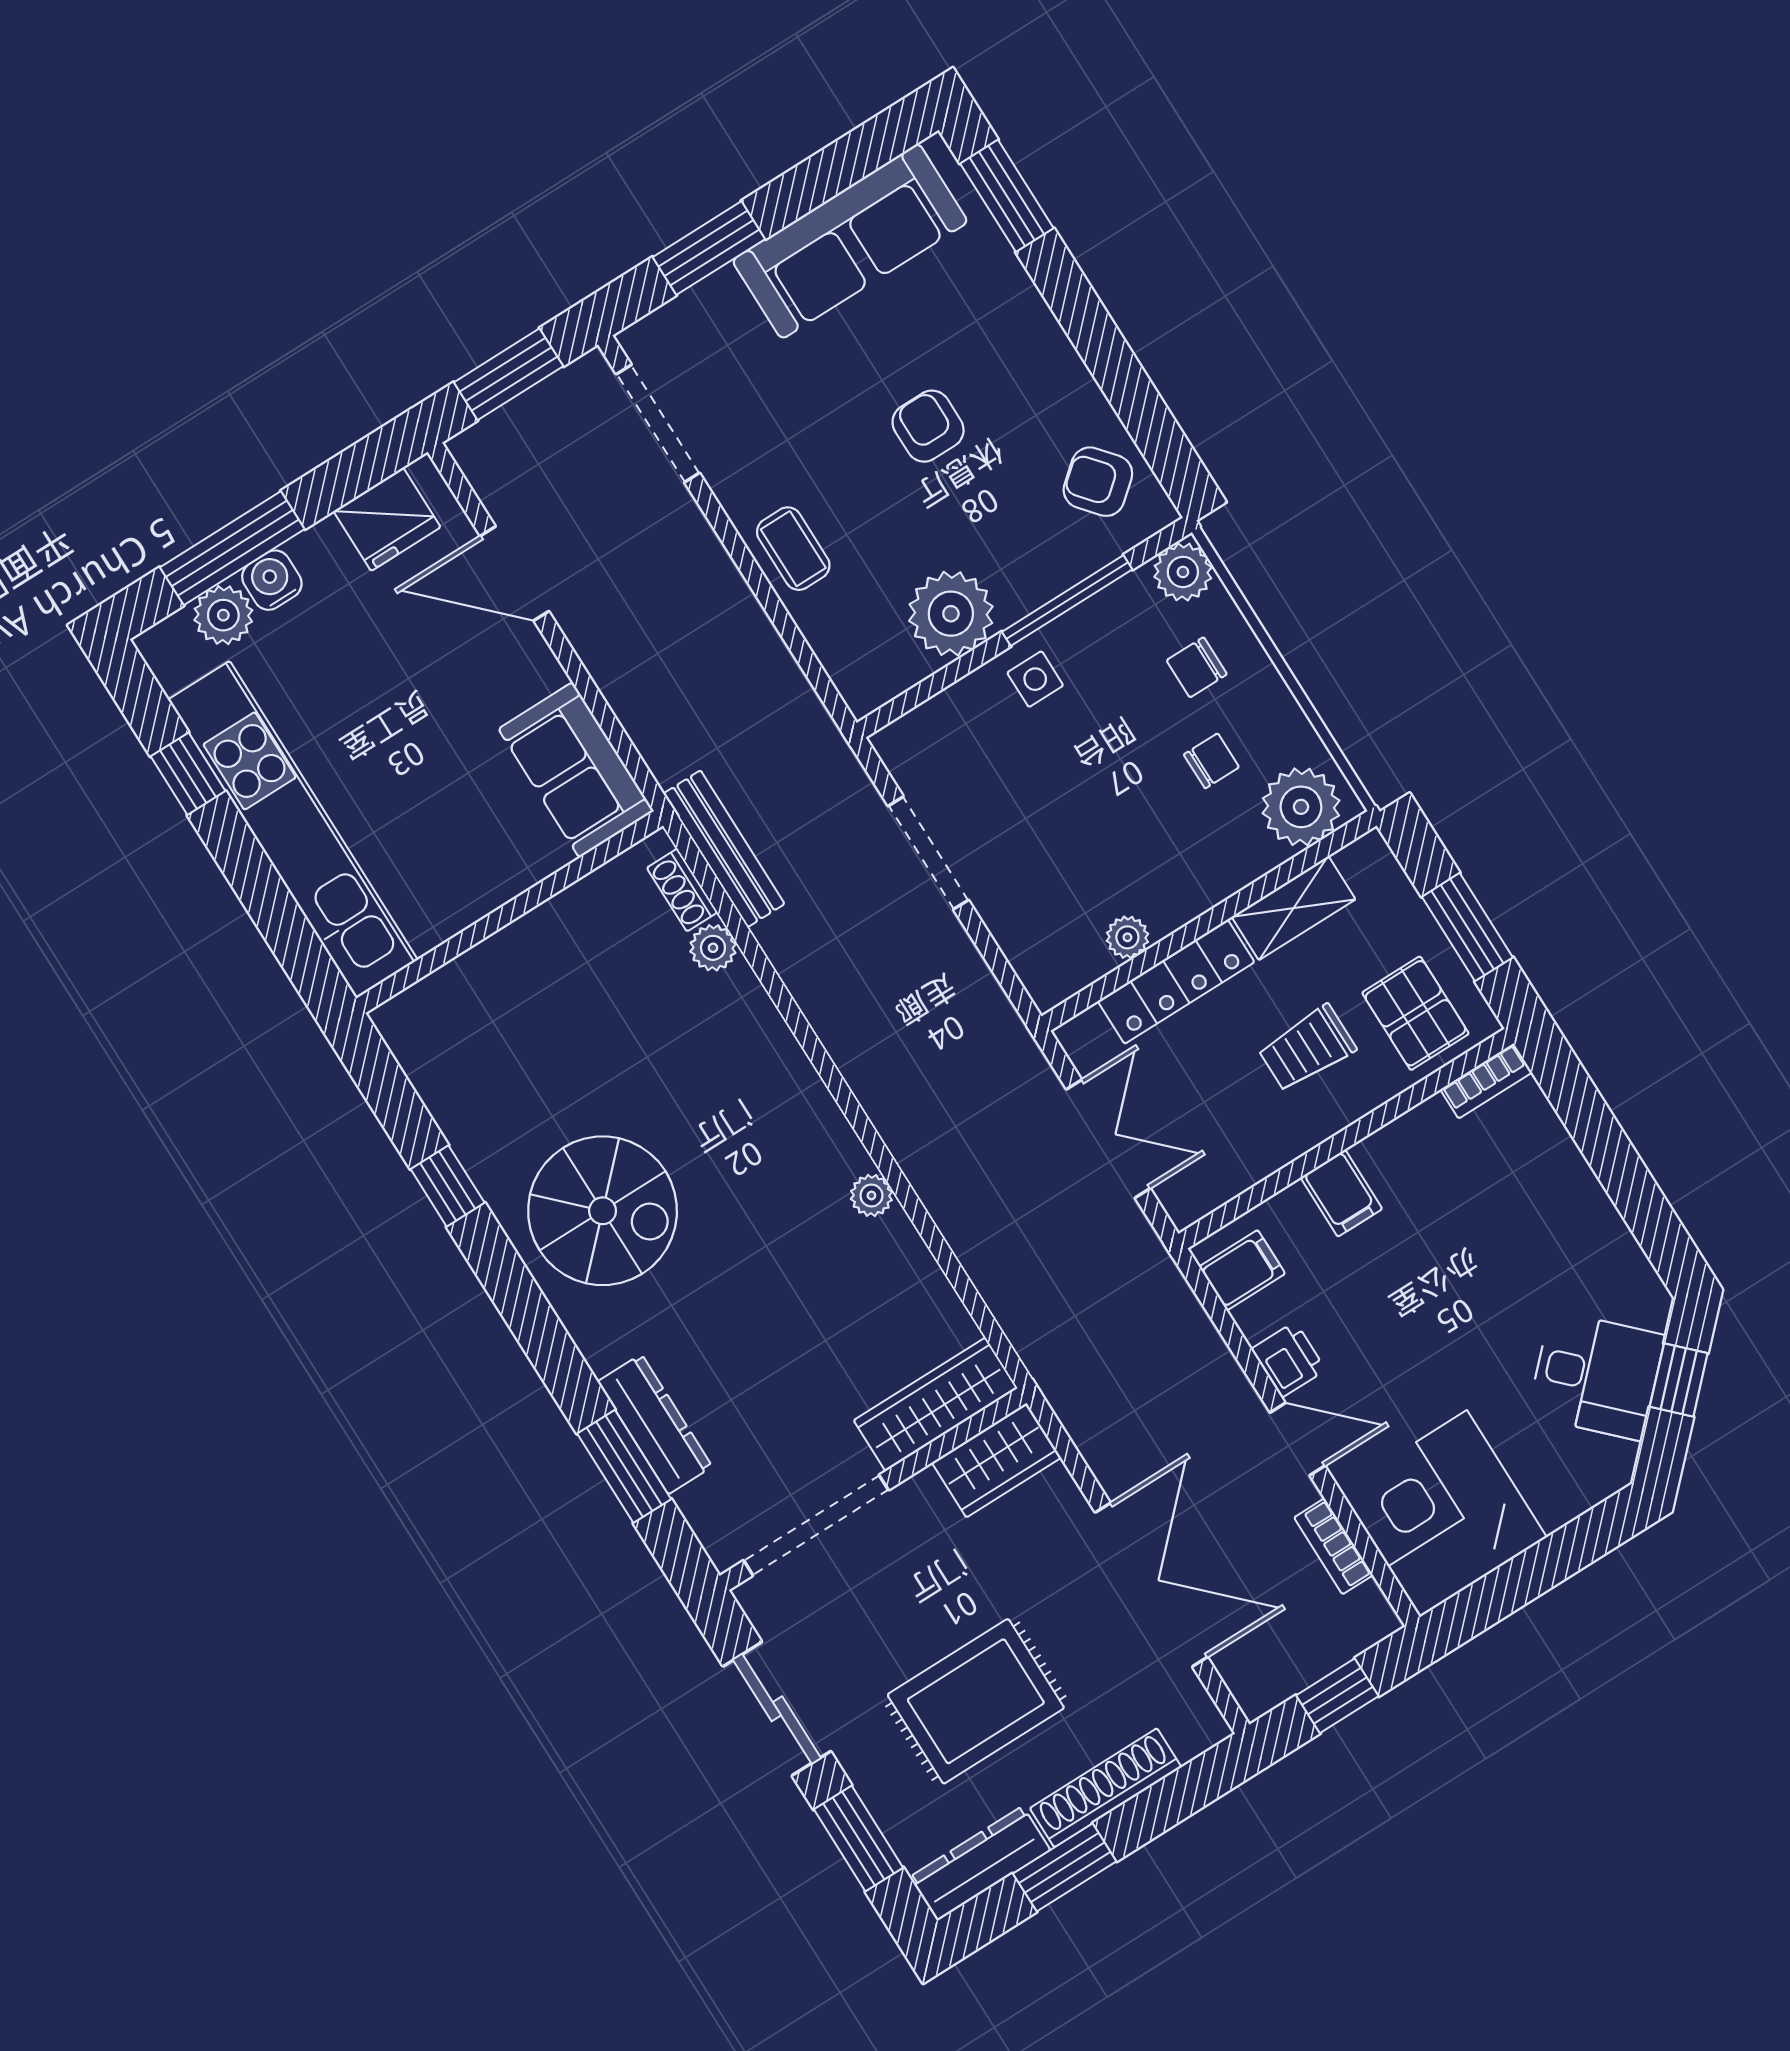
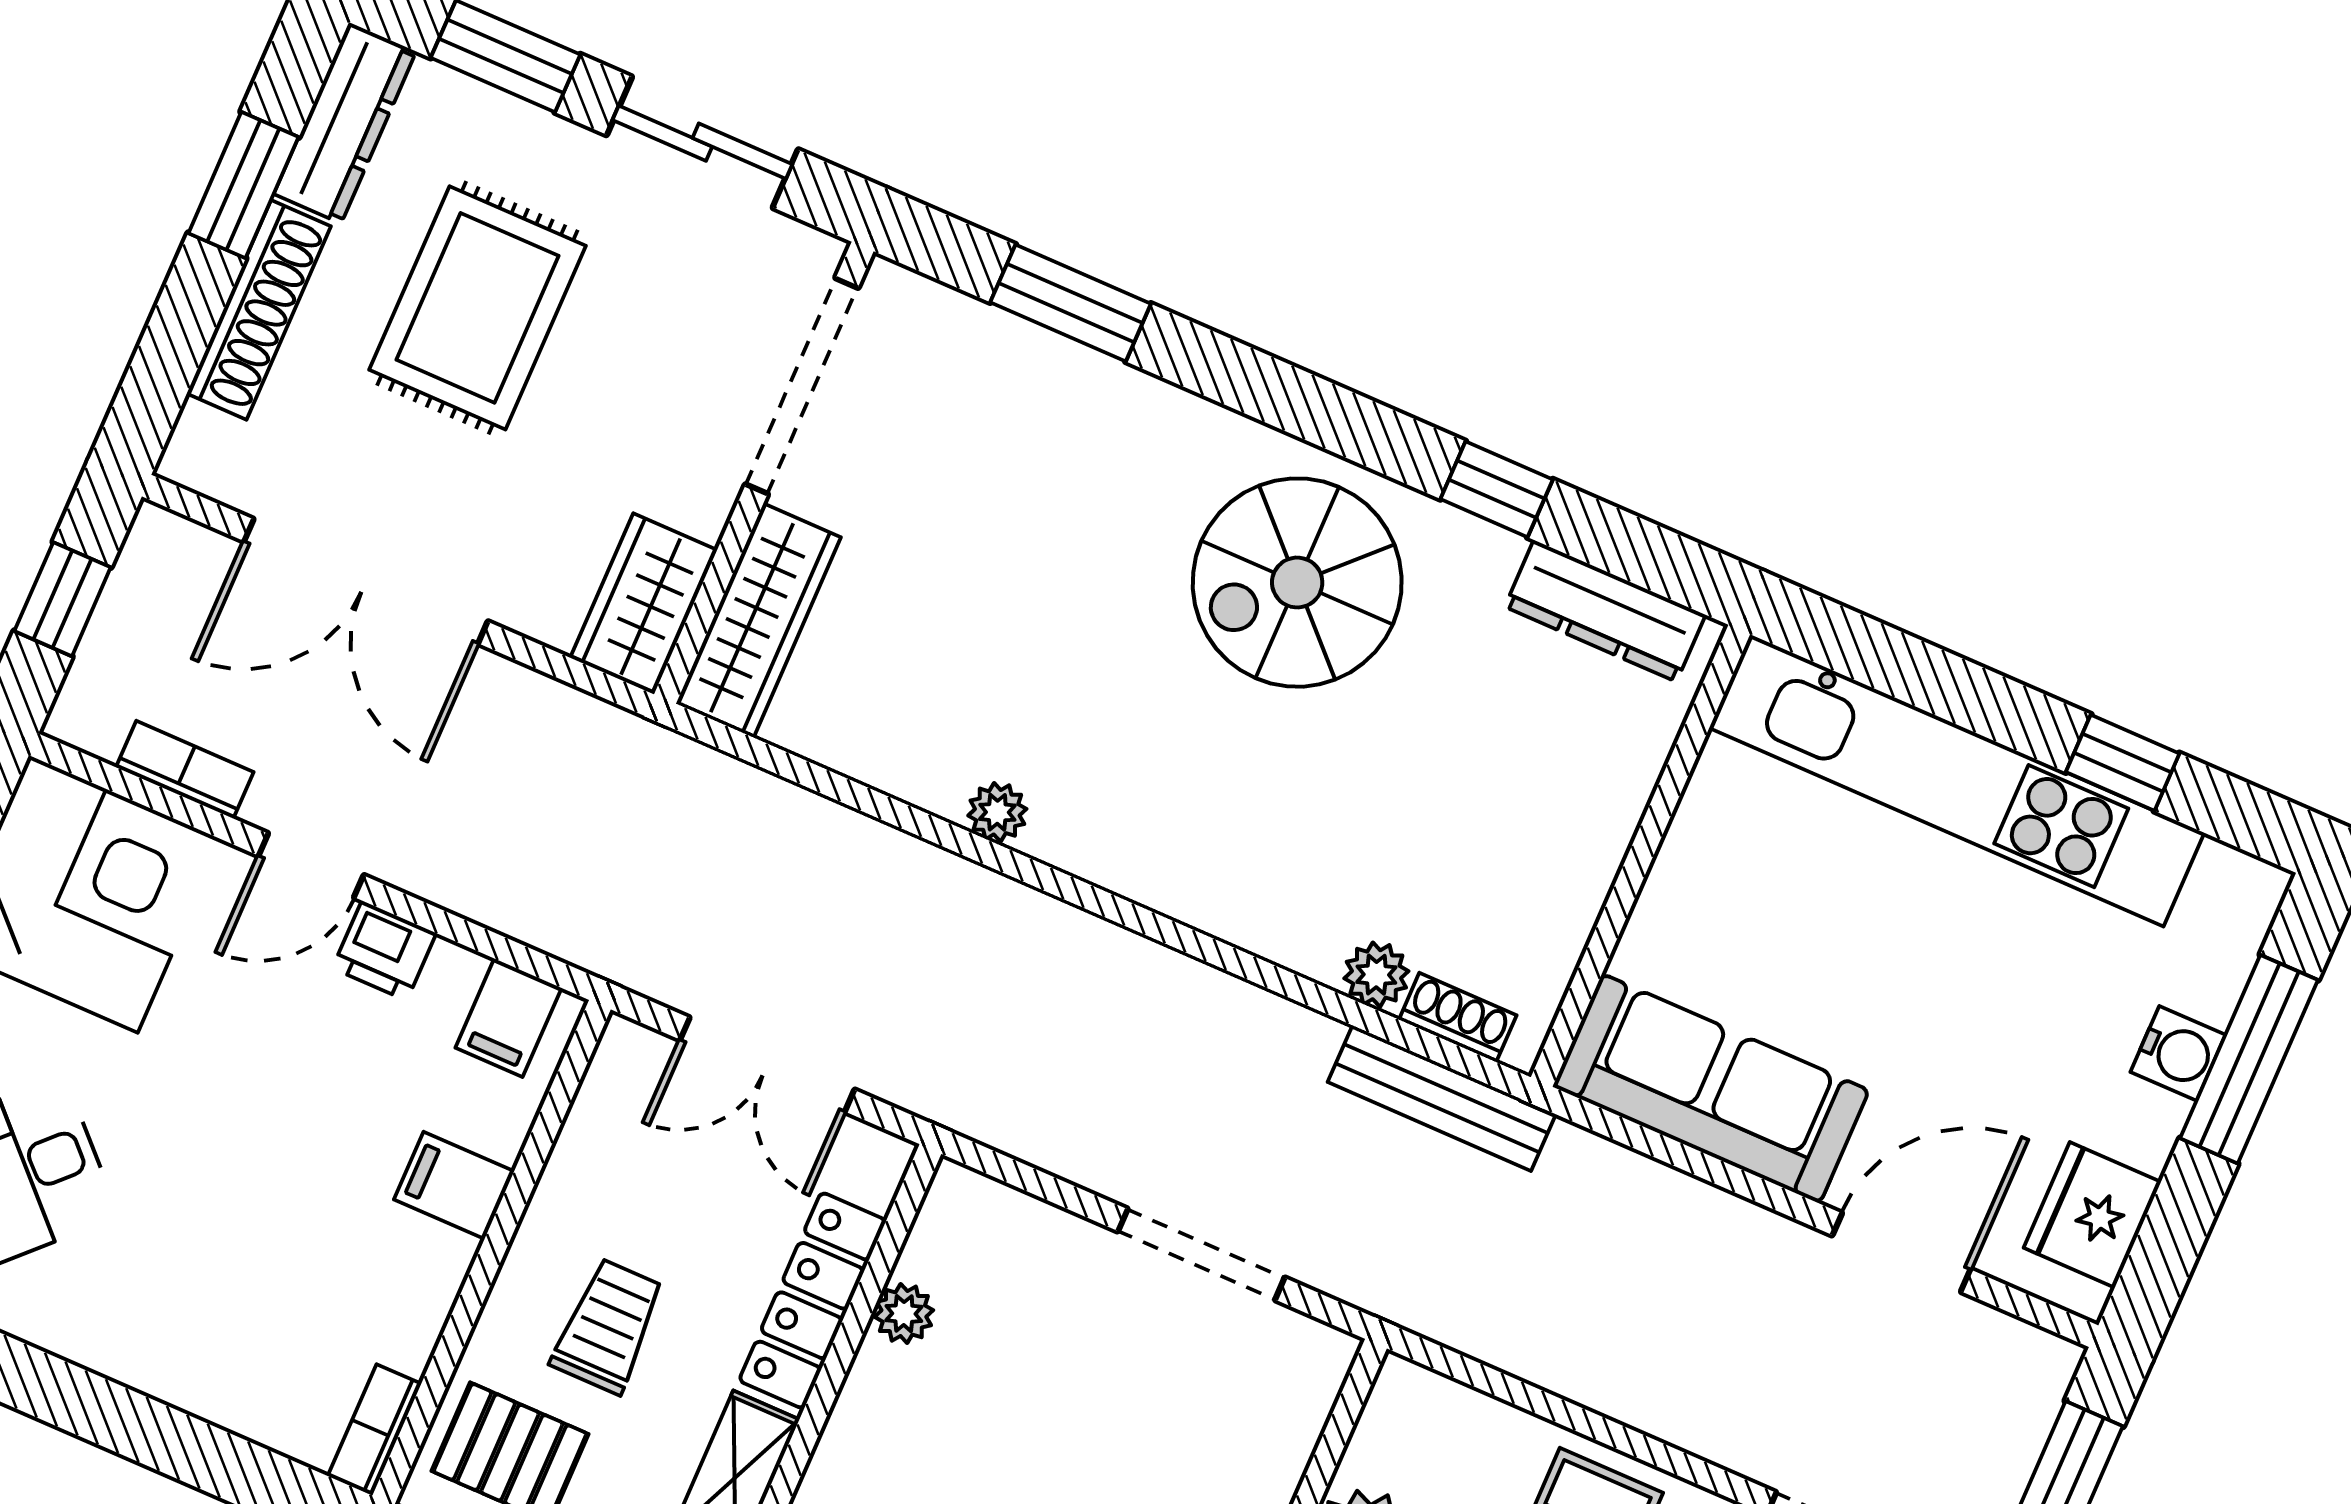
plant: (223, 615) -> (2207, 975), removed
sofa: (576, 770) -> (1711, 1088), width x1.36
dresser: (655, 1424) -> (1605, 611), moved

